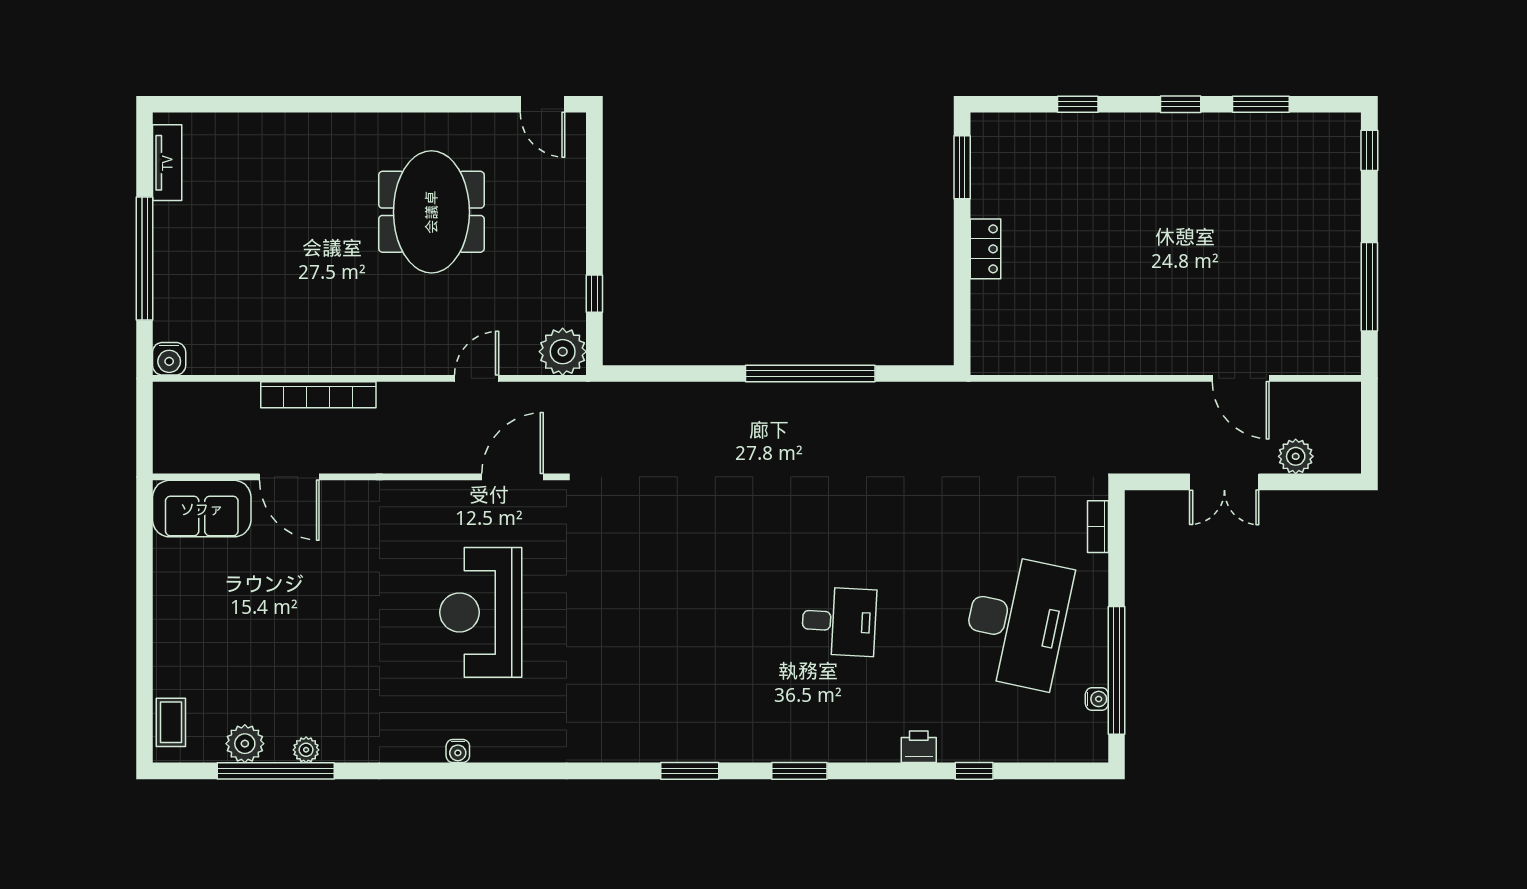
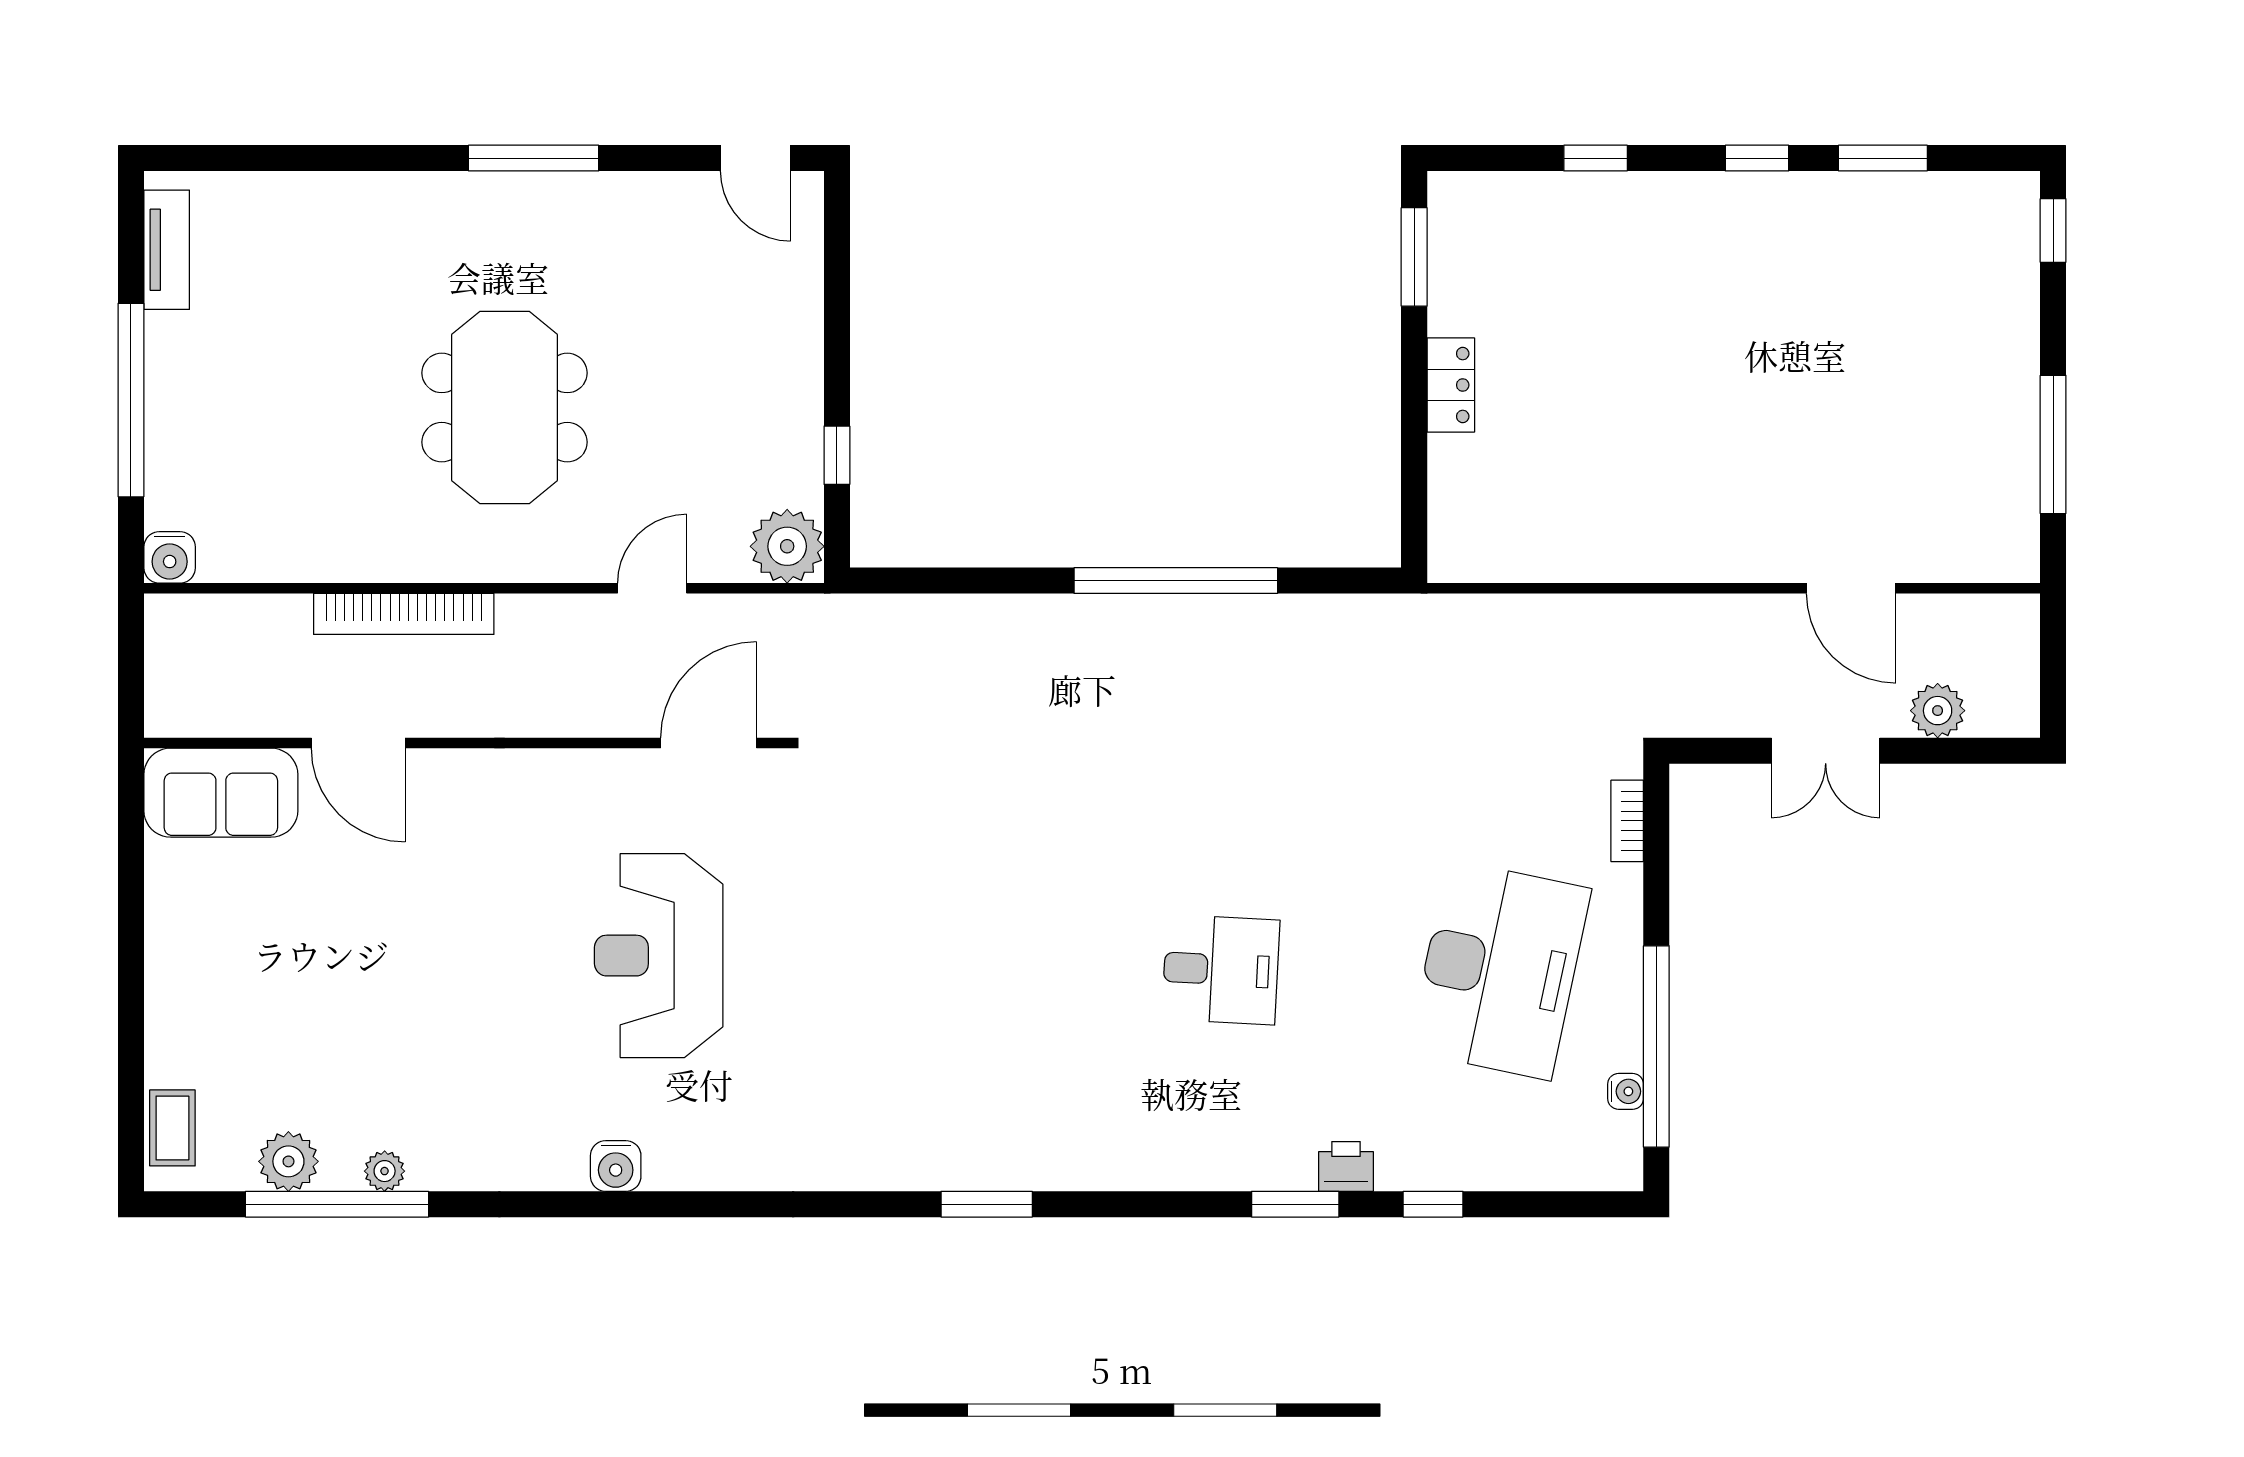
window: (401, 104) -> (534, 158), added
meeting table: (431, 212) -> (505, 408), moved
water cooler: (458, 751) -> (616, 1166), width x1.38, depth x1.38
window: (799, 771) -> (1295, 1204), moved

